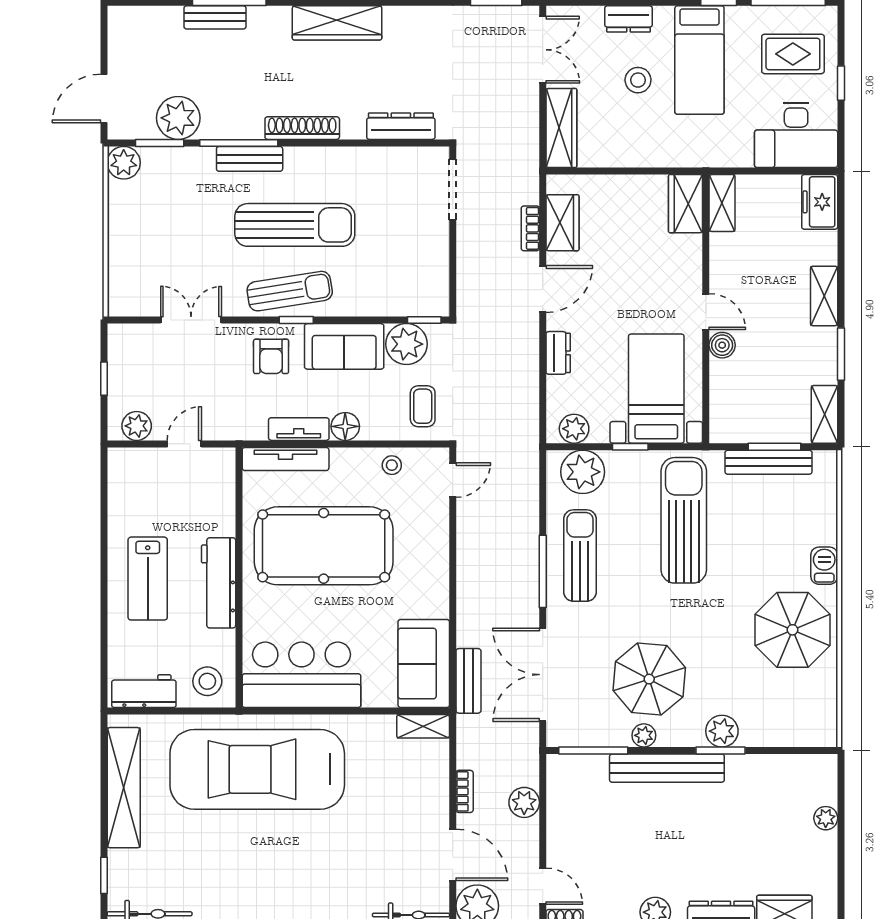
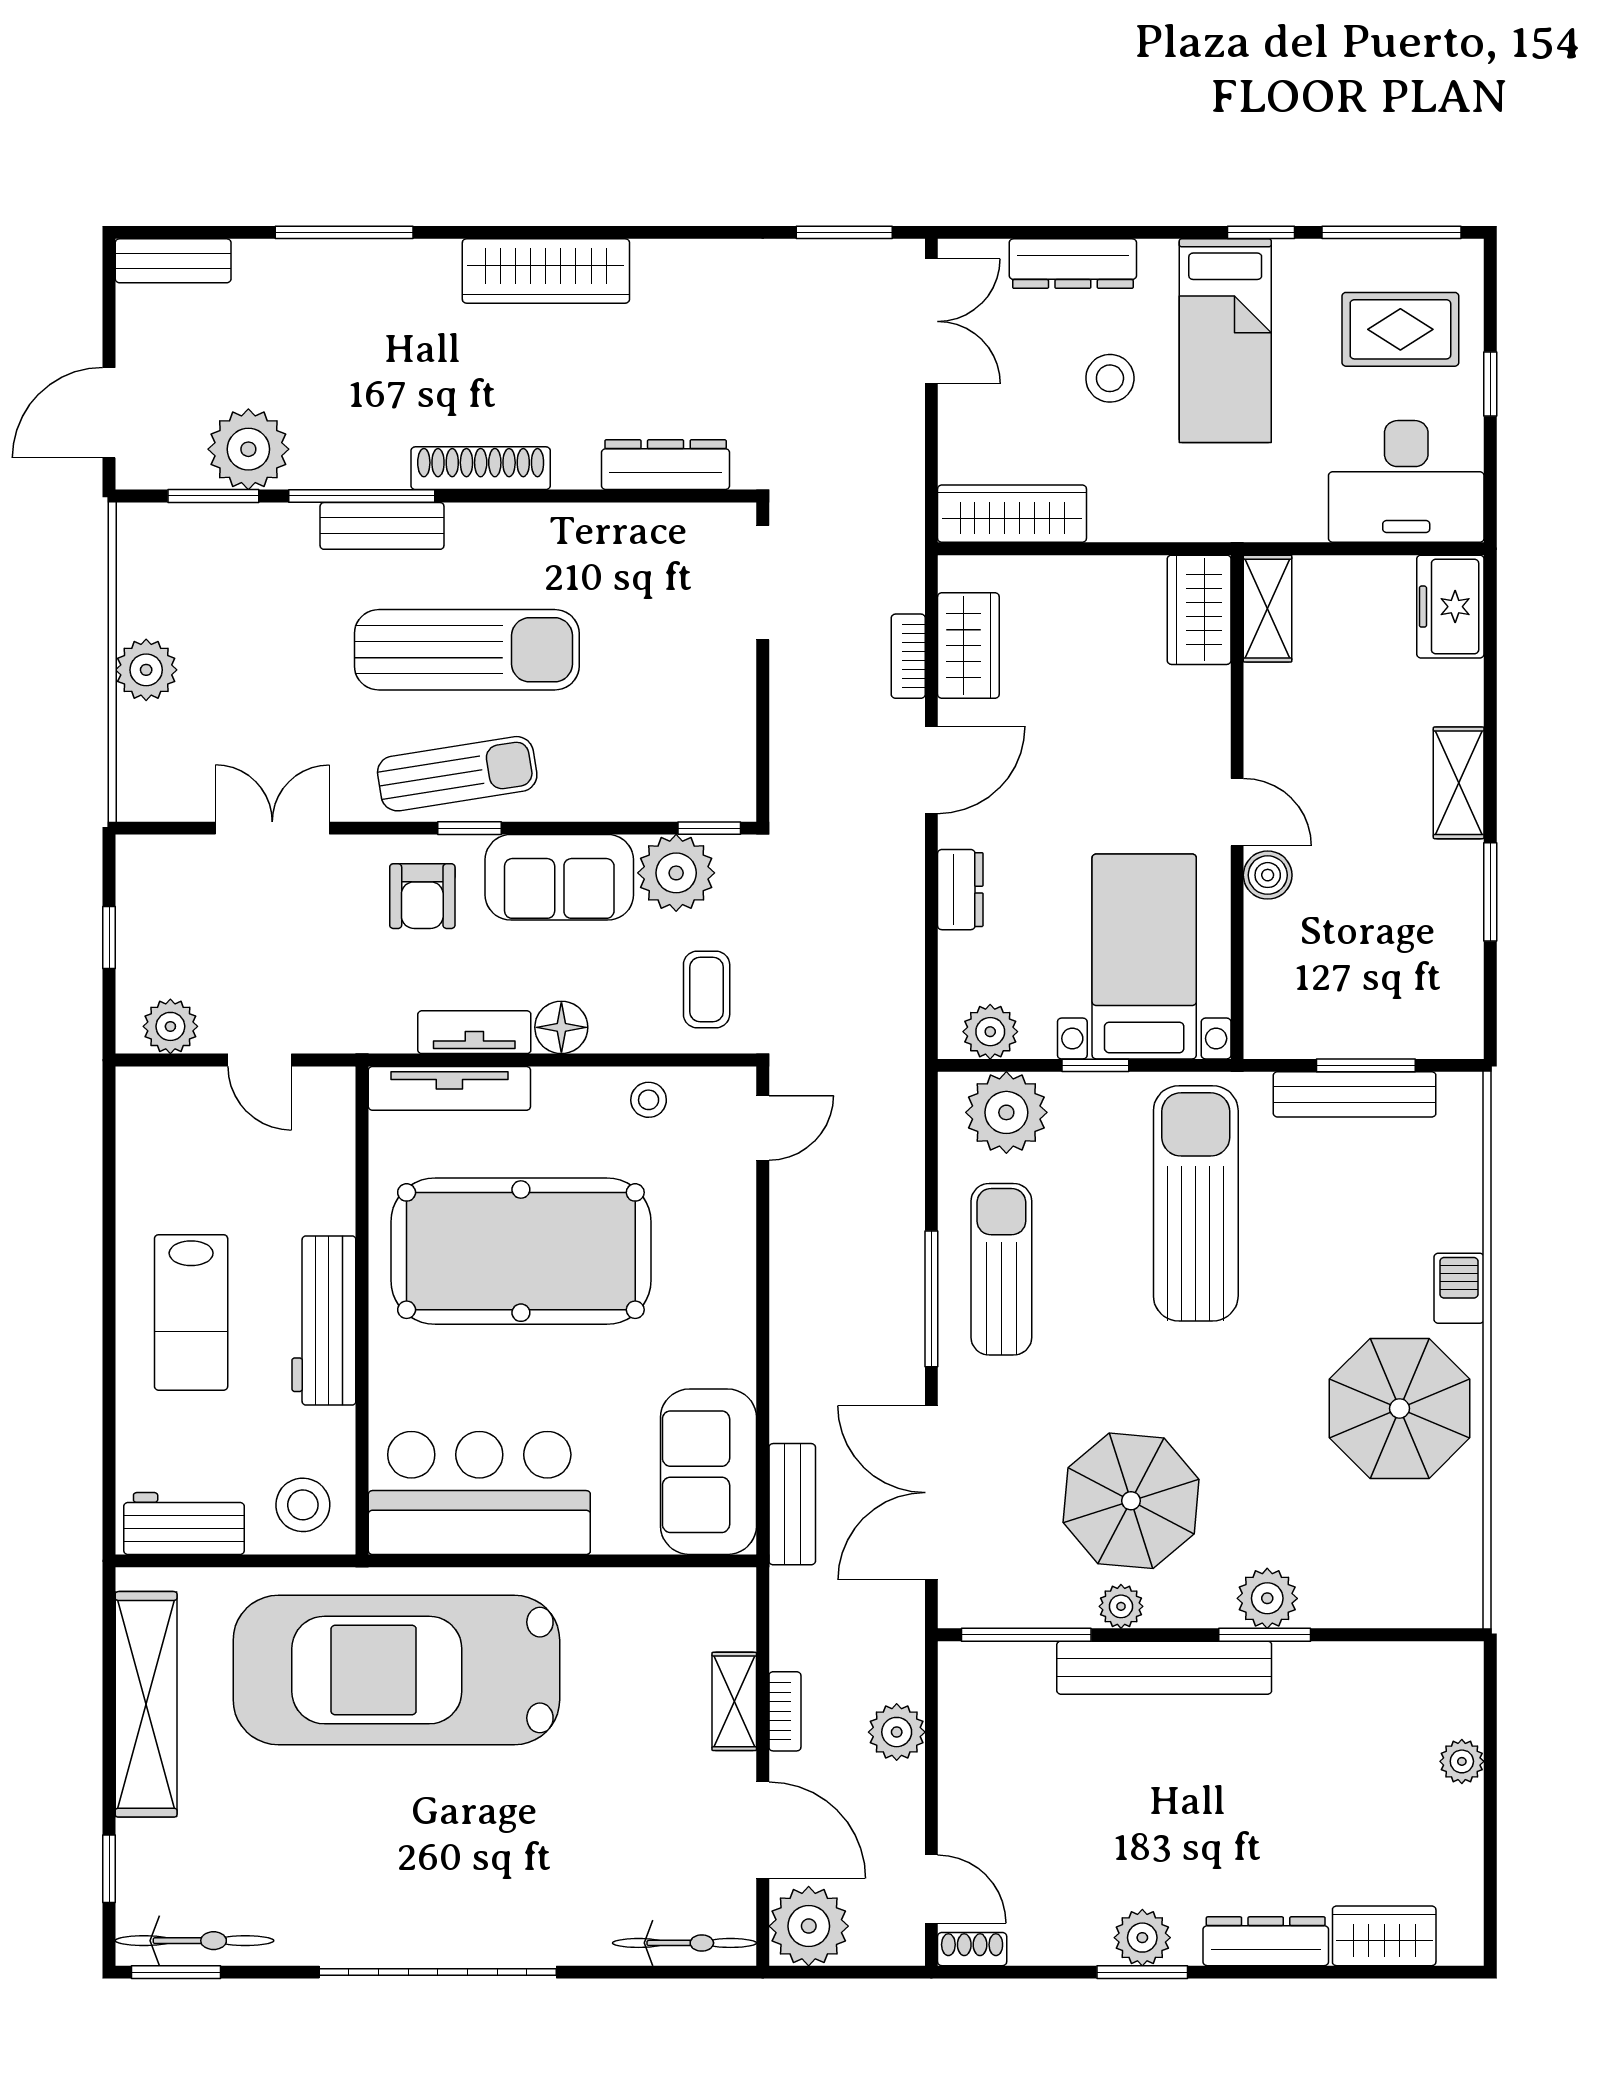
bench: (215, 17) -> (173, 261), moved
dresser: (629, 19) -> (1073, 264), width x1.44
wardrobe: (561, 128) -> (1012, 514), moved, turned -90
plant: (124, 163) -> (146, 670), moved
shelving: (824, 414) -> (1459, 1005), removed
door: (184, 444) -> (260, 1060), swing flipped
shelving: (423, 726) -> (734, 1701), moved, turned 90

